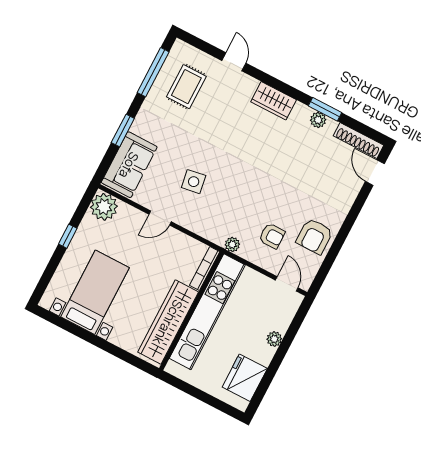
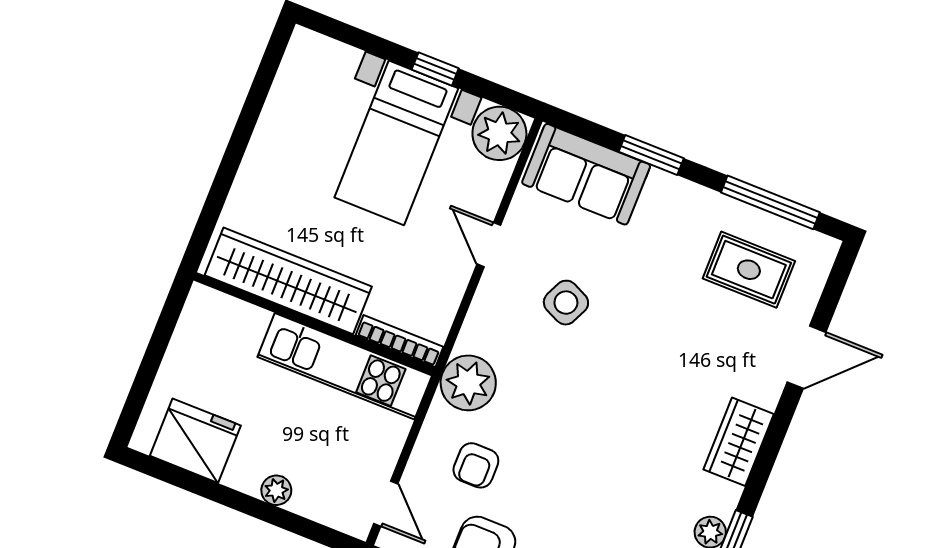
door: (234, 62) -> (806, 357), width x1.37
side table: (194, 182) -> (566, 303), turned 34
plant: (232, 244) -> (468, 383), width x1.88, depth x1.88
door: (287, 284) -> (386, 504), hinge flipped
bed with nightstands: (95, 292) -> (396, 143), moved, turned 90
kitchen unit: (207, 312) -> (345, 366), width x0.73

